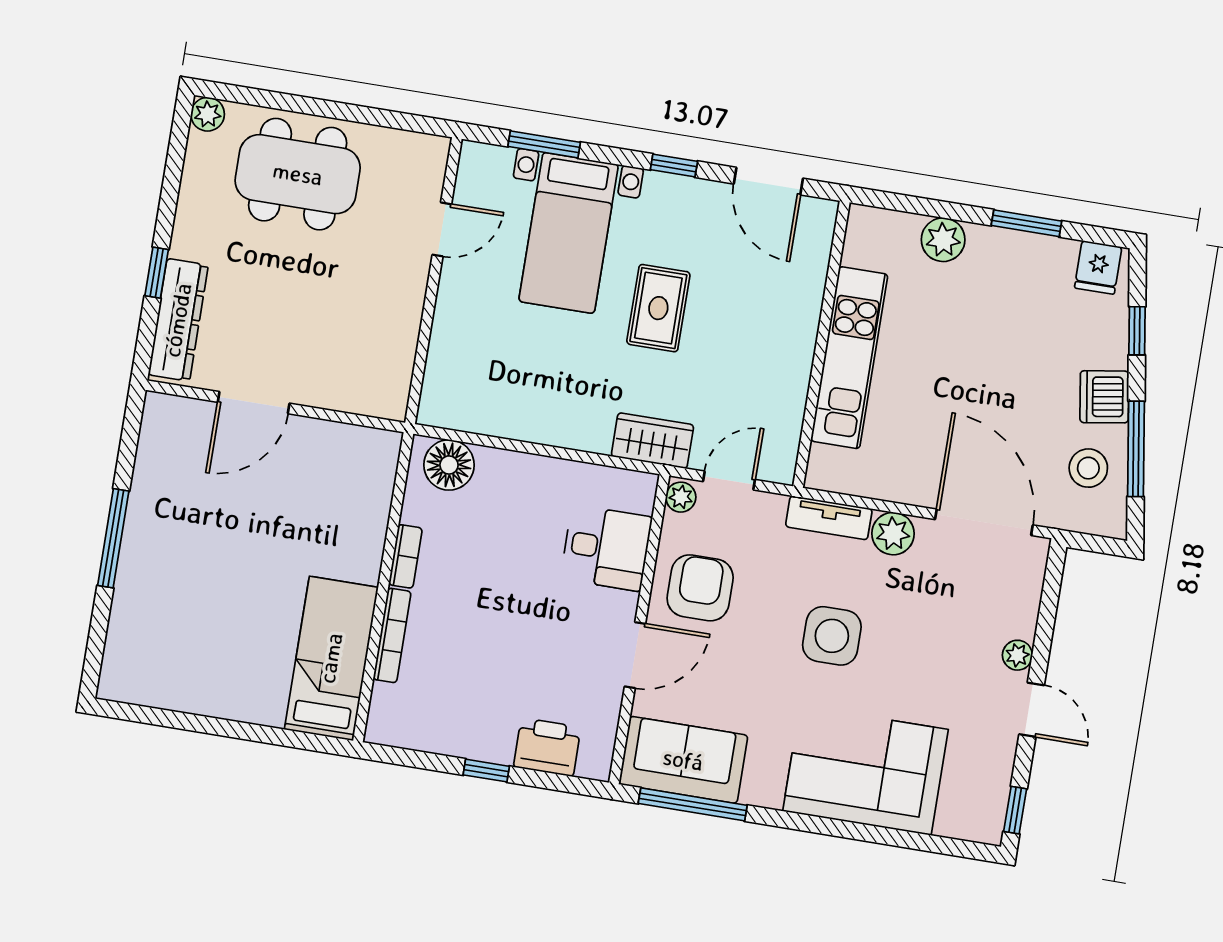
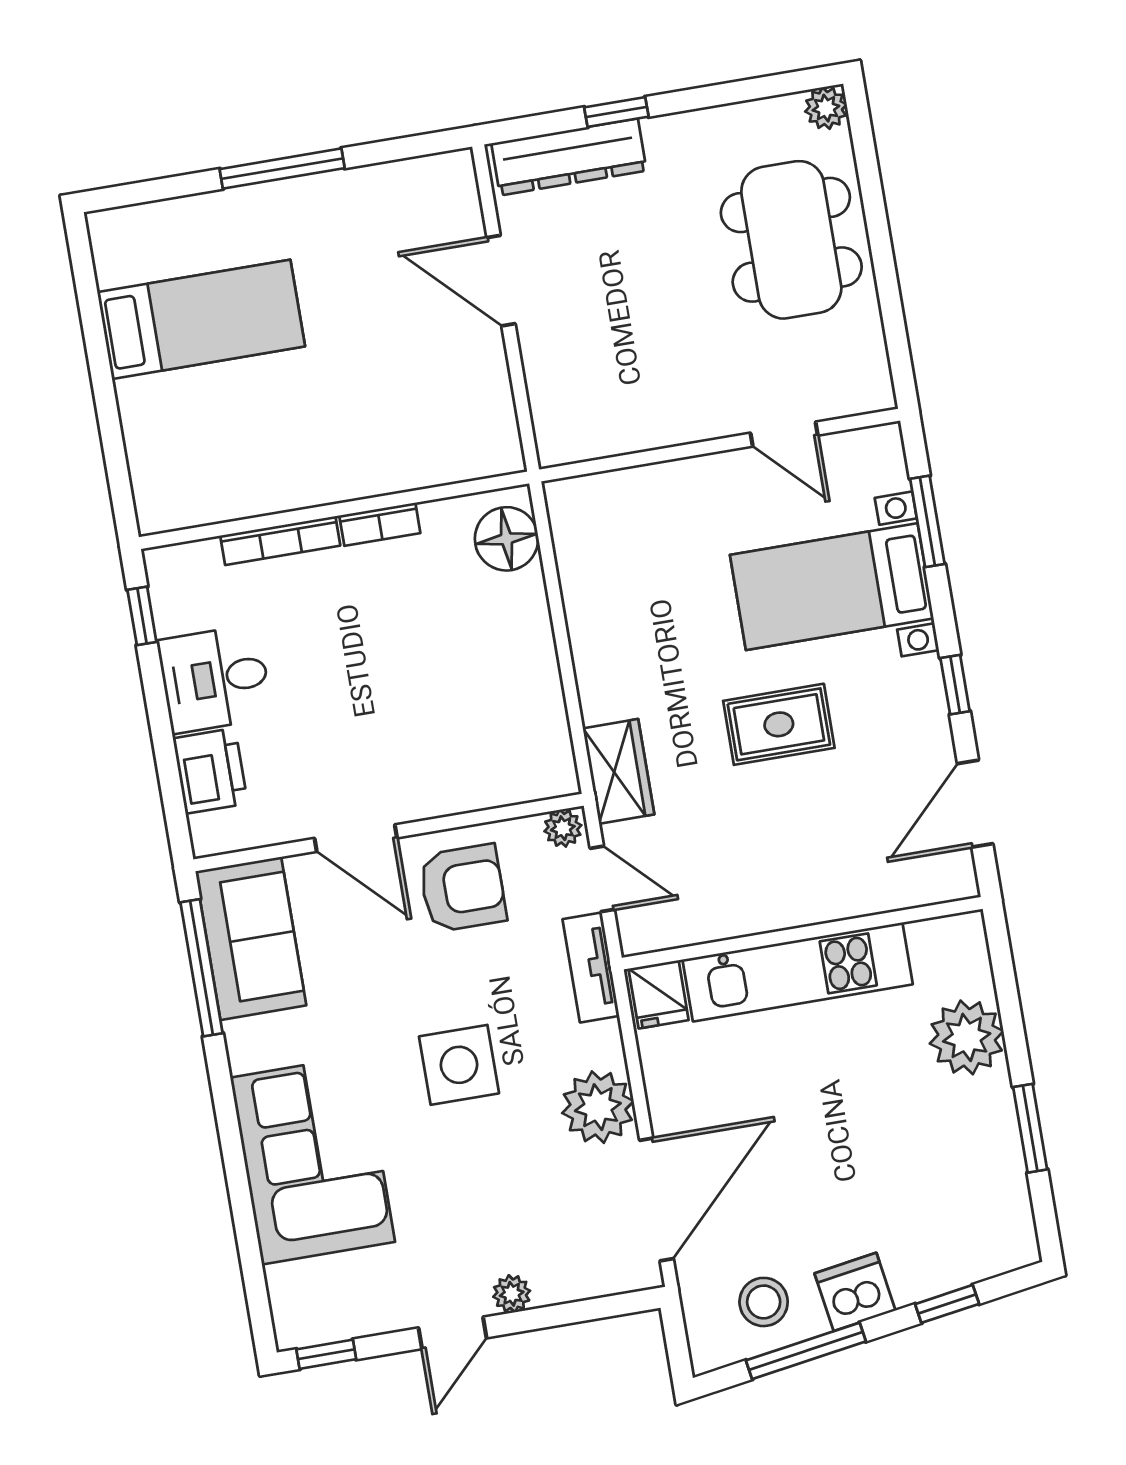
plant: (943, 240) -> (967, 1037), width x1.36, depth x1.36
fridge: (1098, 267) -> (659, 994), moved, turned -90
tv unit: (829, 518) -> (591, 968), moved
plant: (893, 534) -> (598, 1107), width x1.36, depth x1.36
desk: (606, 548) -> (215, 679), moved, turned 90
bed: (331, 658) -> (201, 319), moved
window: (486, 771) -> (142, 616), moved

